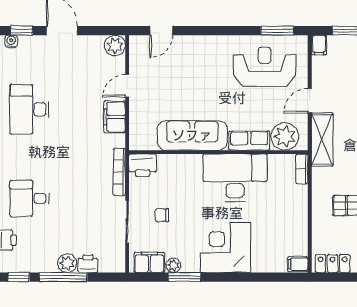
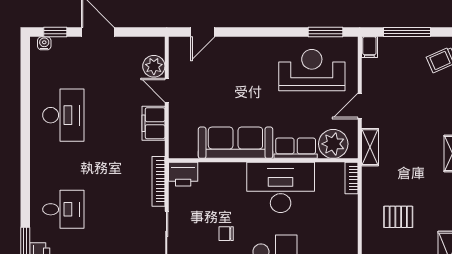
plant: (115, 45) -> (154, 66), moved
door: (127, 86) -> (167, 90), hinge flipped
desk: (29, 109) -> (63, 115), turned 180
shelving: (322, 140) -> (370, 147), width x0.67, depth x0.75
desk: (29, 198) -> (63, 209), turned 180
chair: (162, 215) -> (226, 234), moved

